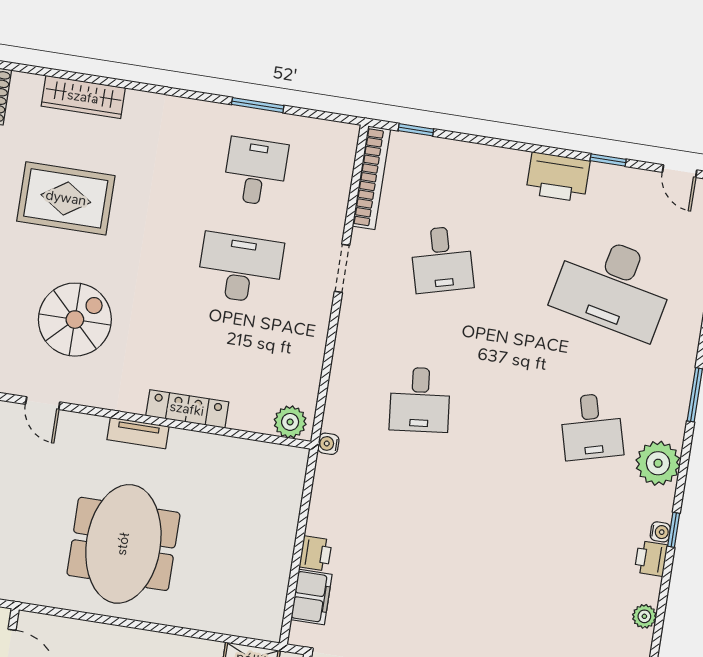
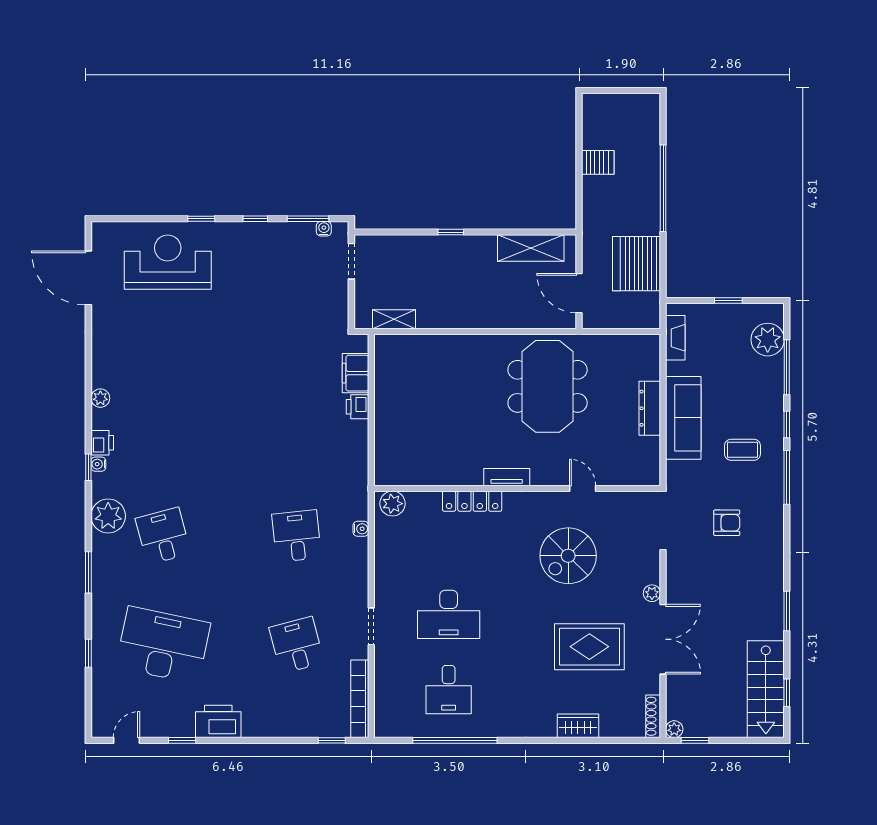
wardrobe: (83, 97) -> (578, 726), width x0.67
window: (258, 105) -> (455, 740), width x2.11
door: (680, 171) -> (127, 740), hinge flipped
water cooler: (328, 444) -> (361, 529), moved
meeting table: (123, 544) -> (548, 386), moved

